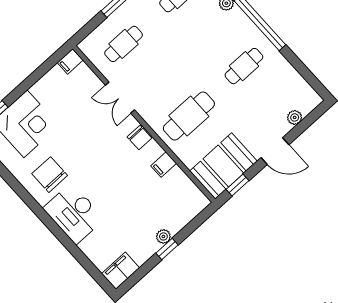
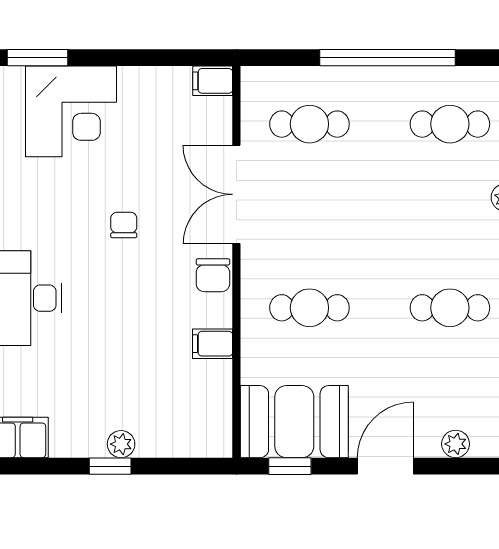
double door: (120, 98) -> (236, 194), width x1.37
cafe table: (189, 116) -> (309, 308), width x0.73, depth x0.74
door: (275, 151) -> (385, 466), swing flipped
chair: (50, 175) -> (124, 225), moved, width x0.54, depth x0.54

